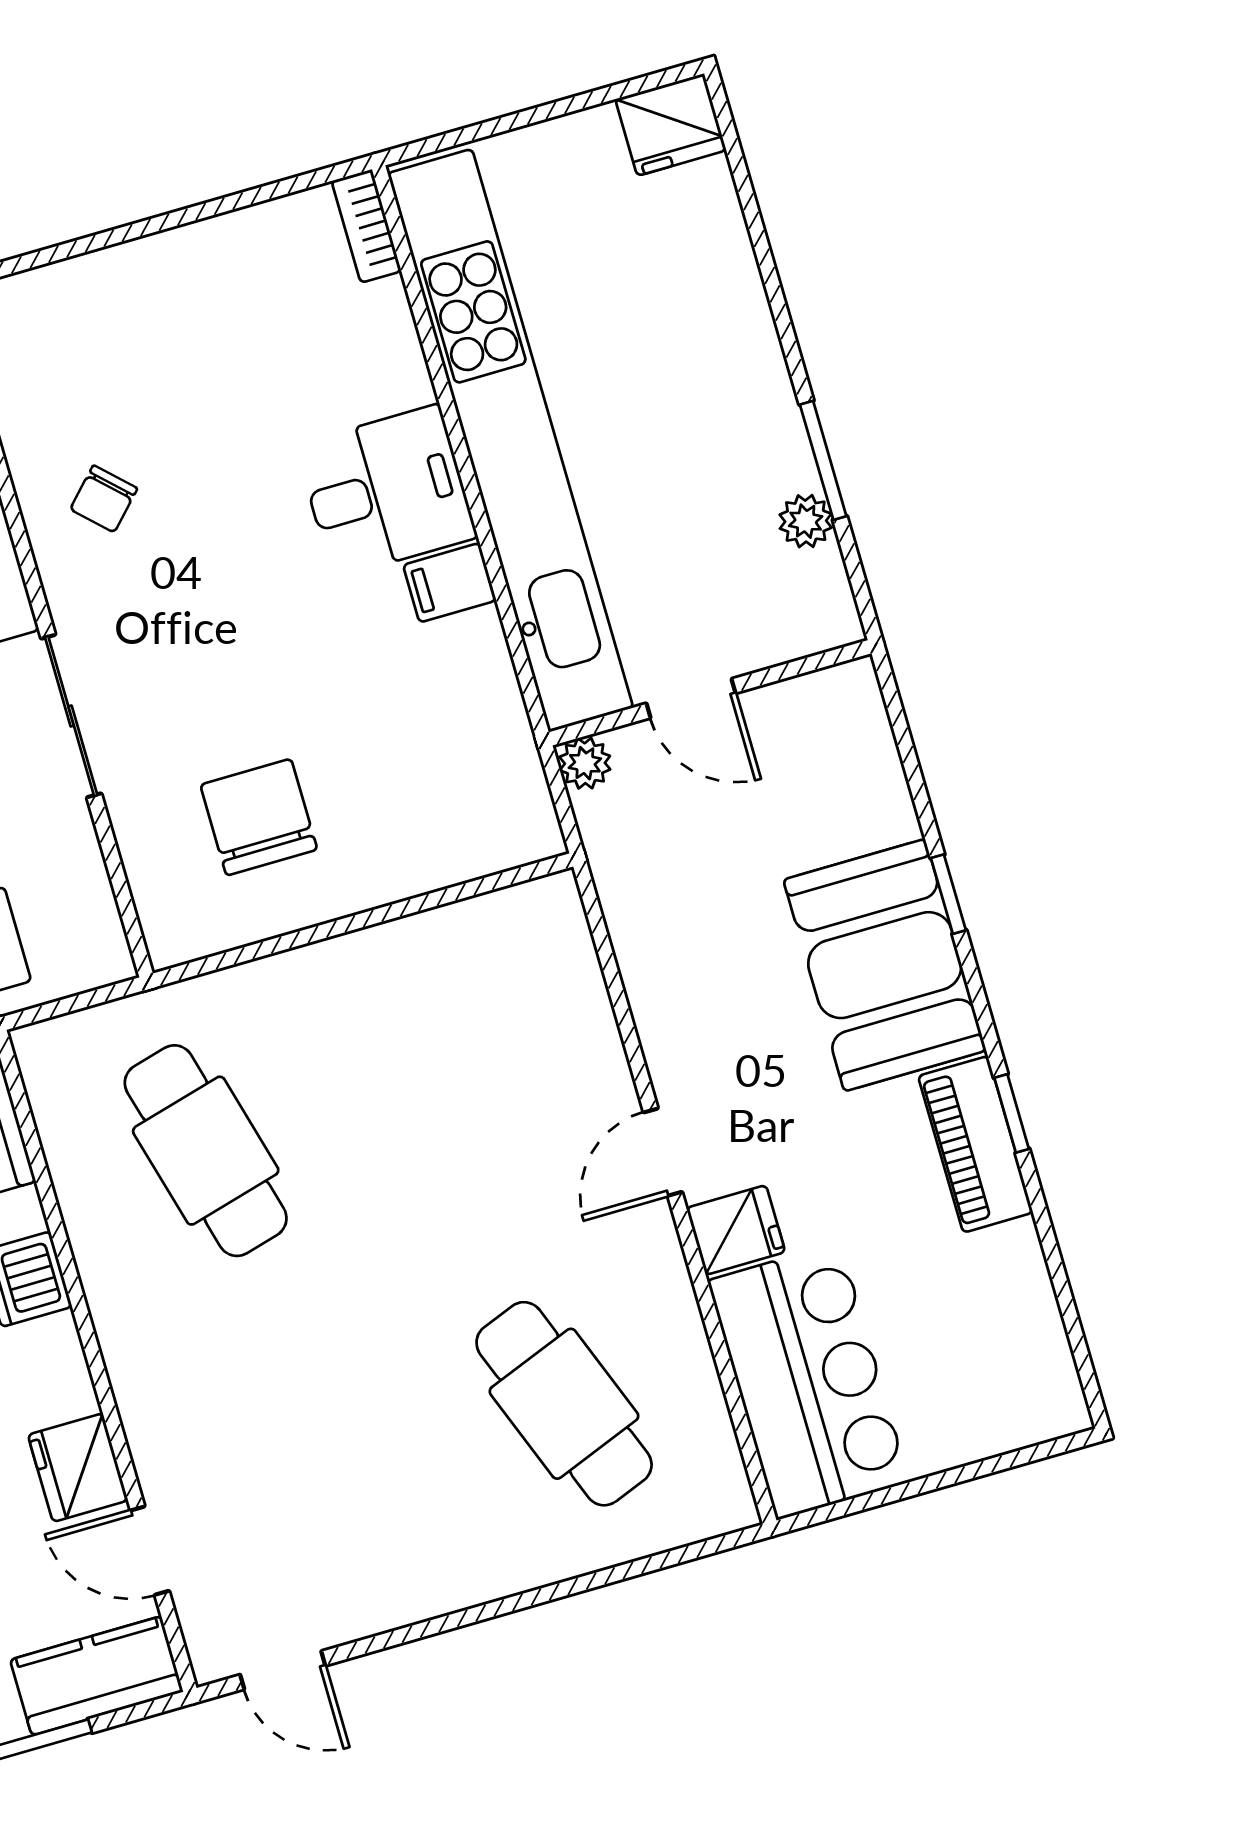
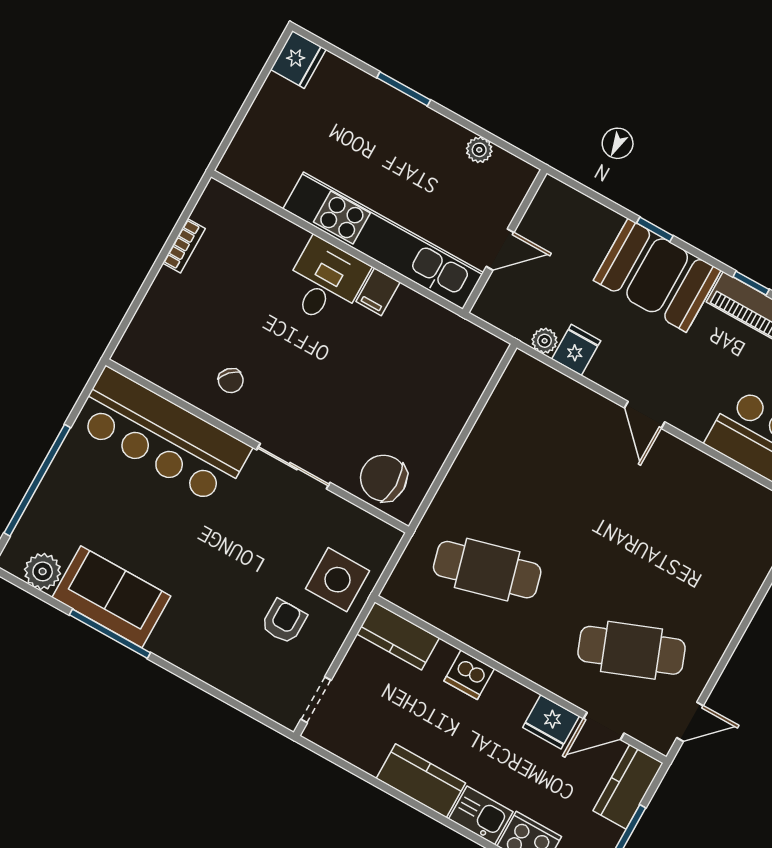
bookcase: (366, 226) -> (184, 246), moved, turned -90
kitchen unit: (510, 440) -> (383, 241), width x0.73
window: (823, 460) -> (404, 89), moved
plant: (585, 763) -> (545, 341), moved
chair: (259, 817) -> (384, 478), moved
fridge: (736, 1230) -> (576, 350), moved
cafe table: (564, 1404) -> (632, 650), moved

